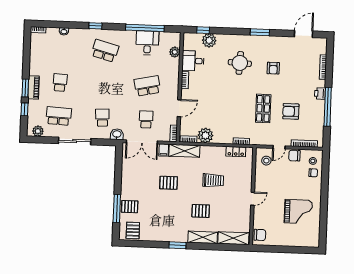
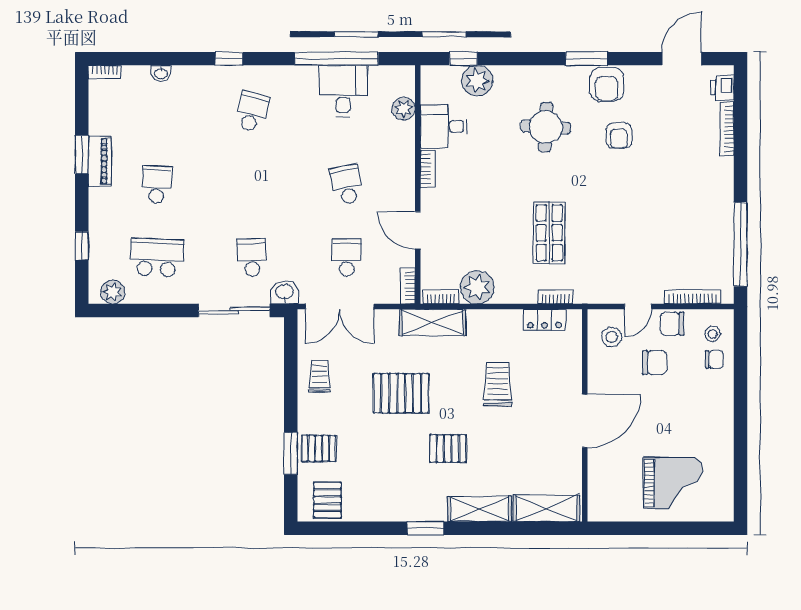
school desk: (105, 51) -> (252, 112), width x0.54
school desk: (147, 86) -> (347, 185), width x0.54
piano: (34, 87) -> (100, 161), moved
window: (25, 88) -> (82, 154), moved
printer: (320, 94) -> (722, 88), moved
window: (328, 107) -> (740, 244), moved
door: (179, 108) -> (418, 230), swing flipped
shop shelf: (263, 108) -> (549, 233), moved
armchair: (291, 111) -> (607, 84), moved, turned -90
sliding door: (75, 141) -> (234, 311), moved
filing cabinet: (164, 150) -> (388, 323), removed
trolley: (131, 174) -> (319, 376), added
trolley: (213, 180) -> (498, 384), turned -90
pallet: (169, 183) -> (401, 393), width x1.50, depth x1.42
door: (253, 199) -> (585, 421), width x1.88
window: (117, 208) -> (291, 453), width x0.69
pallet: (201, 211) -> (448, 448), moved
grand piano: (298, 212) -> (673, 483), moved
chair: (260, 235) -> (655, 363), moved

